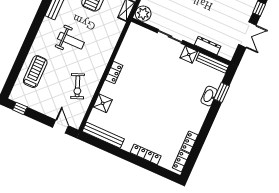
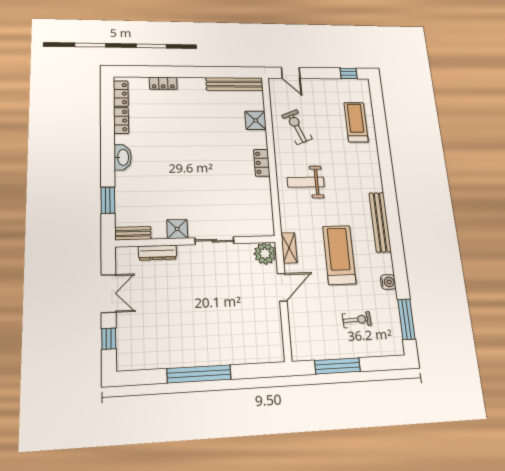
double door: (247, 35) -> (108, 294), swing flipped
weight bench: (71, 41) -> (306, 182), moved
bench: (213, 63) -> (133, 233), width x0.73
treadmill: (35, 72) -> (356, 122), turned 180
washbasin: (209, 96) -> (123, 157), moved
locker: (146, 154) -> (163, 83), width x0.66

